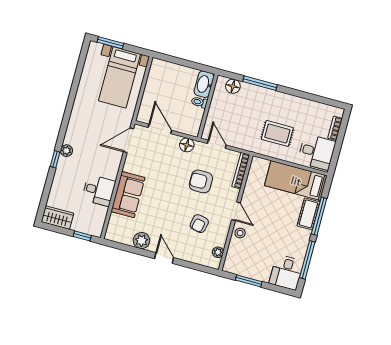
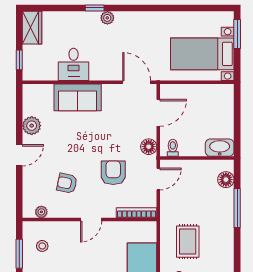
toilet: (199, 102) -> (173, 148), moved
stool: (240, 233) -> (42, 246), moved

